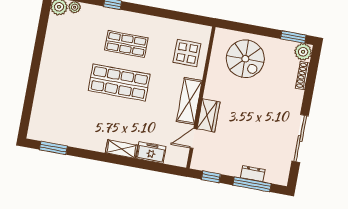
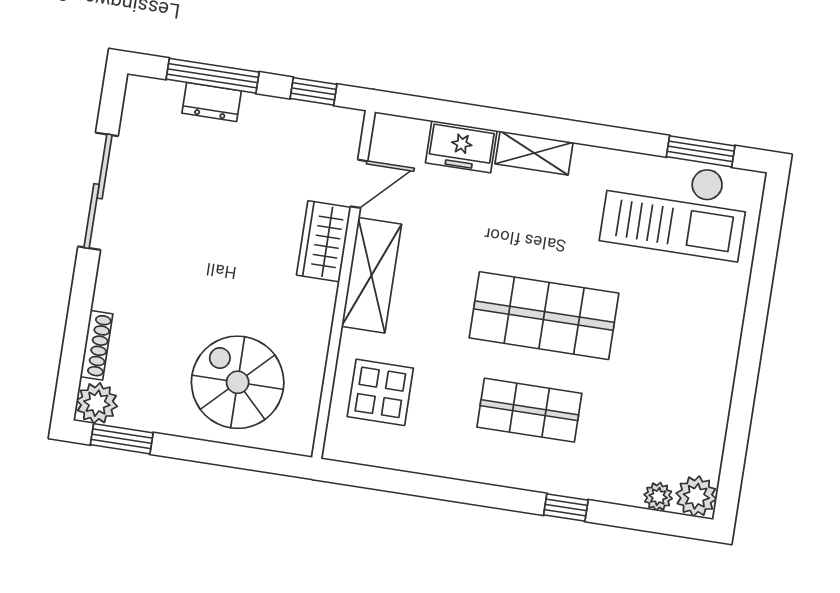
checkout: (64, 125) -> (675, 208), added

